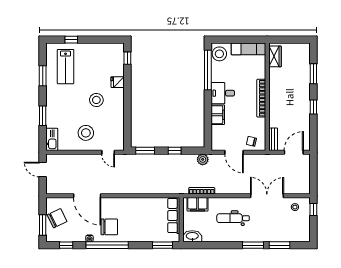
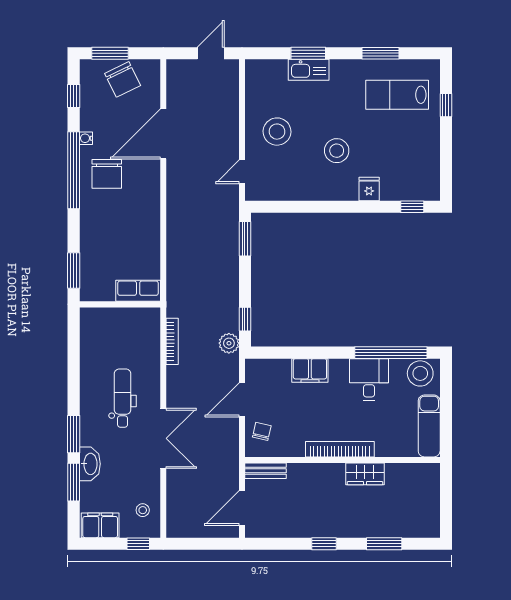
wardrobe: (275, 56) -> (365, 474), moved
desk: (223, 93) -> (369, 380), moved
kitchen sink: (52, 139) -> (309, 70), moved
window: (175, 151) -> (245, 319), moved
door: (294, 152) -> (242, 508), swing flipped
double door: (267, 196) -> (163, 438), moved
filing cabinet: (197, 204) -> (100, 525), moved, turned 90
row of seats: (174, 216) -> (138, 291), width x0.68
washbasin: (192, 236) -> (90, 464), moved

